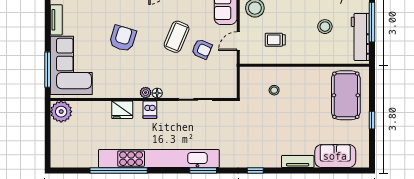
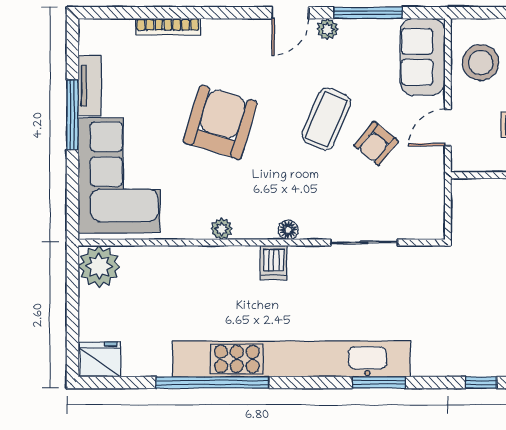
armchair: (123, 38) -> (220, 122), width x1.36, depth x1.36
armchair: (202, 49) -> (376, 143), turned 105
window: (48, 70) -> (72, 115), moved
plant: (146, 93) -> (222, 229), moved
fridge: (122, 110) -> (100, 359), moved, turned 180

